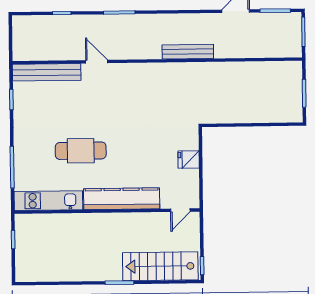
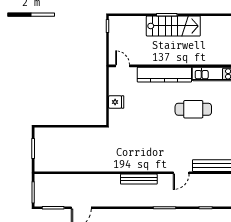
bench: (188, 52) -> (139, 179), moved
door: (97, 62) -> (181, 173), hinge flipped
door: (180, 210) -> (123, 66), hinge flipped
stairs: (160, 266) -> (173, 26), moved

